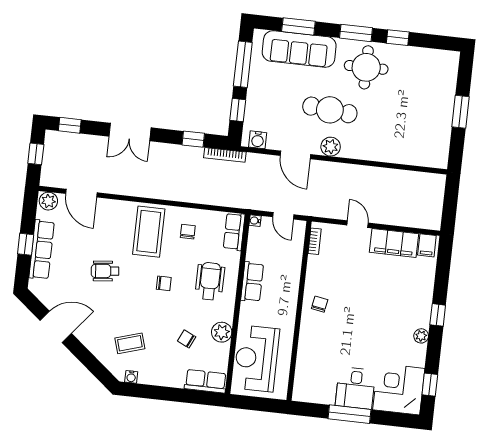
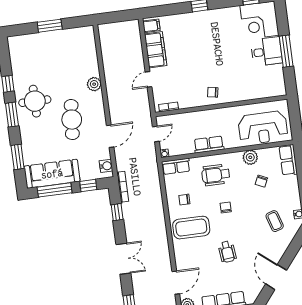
sofa: (299, 49) -> (52, 174), moved, turned -90
plant: (331, 147) -> (94, 84), moved
plant: (421, 336) -> (217, 14), removed

